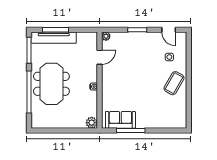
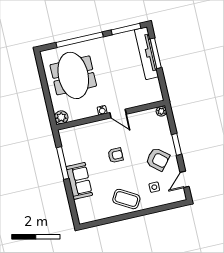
armchair: (146, 49) -> (158, 159), added
door: (99, 57) -> (118, 113), moved
meeting table: (51, 84) -> (73, 75), moved, turned 90
armchair: (135, 84) -> (115, 155), added
sofa: (120, 120) -> (79, 181), moved

